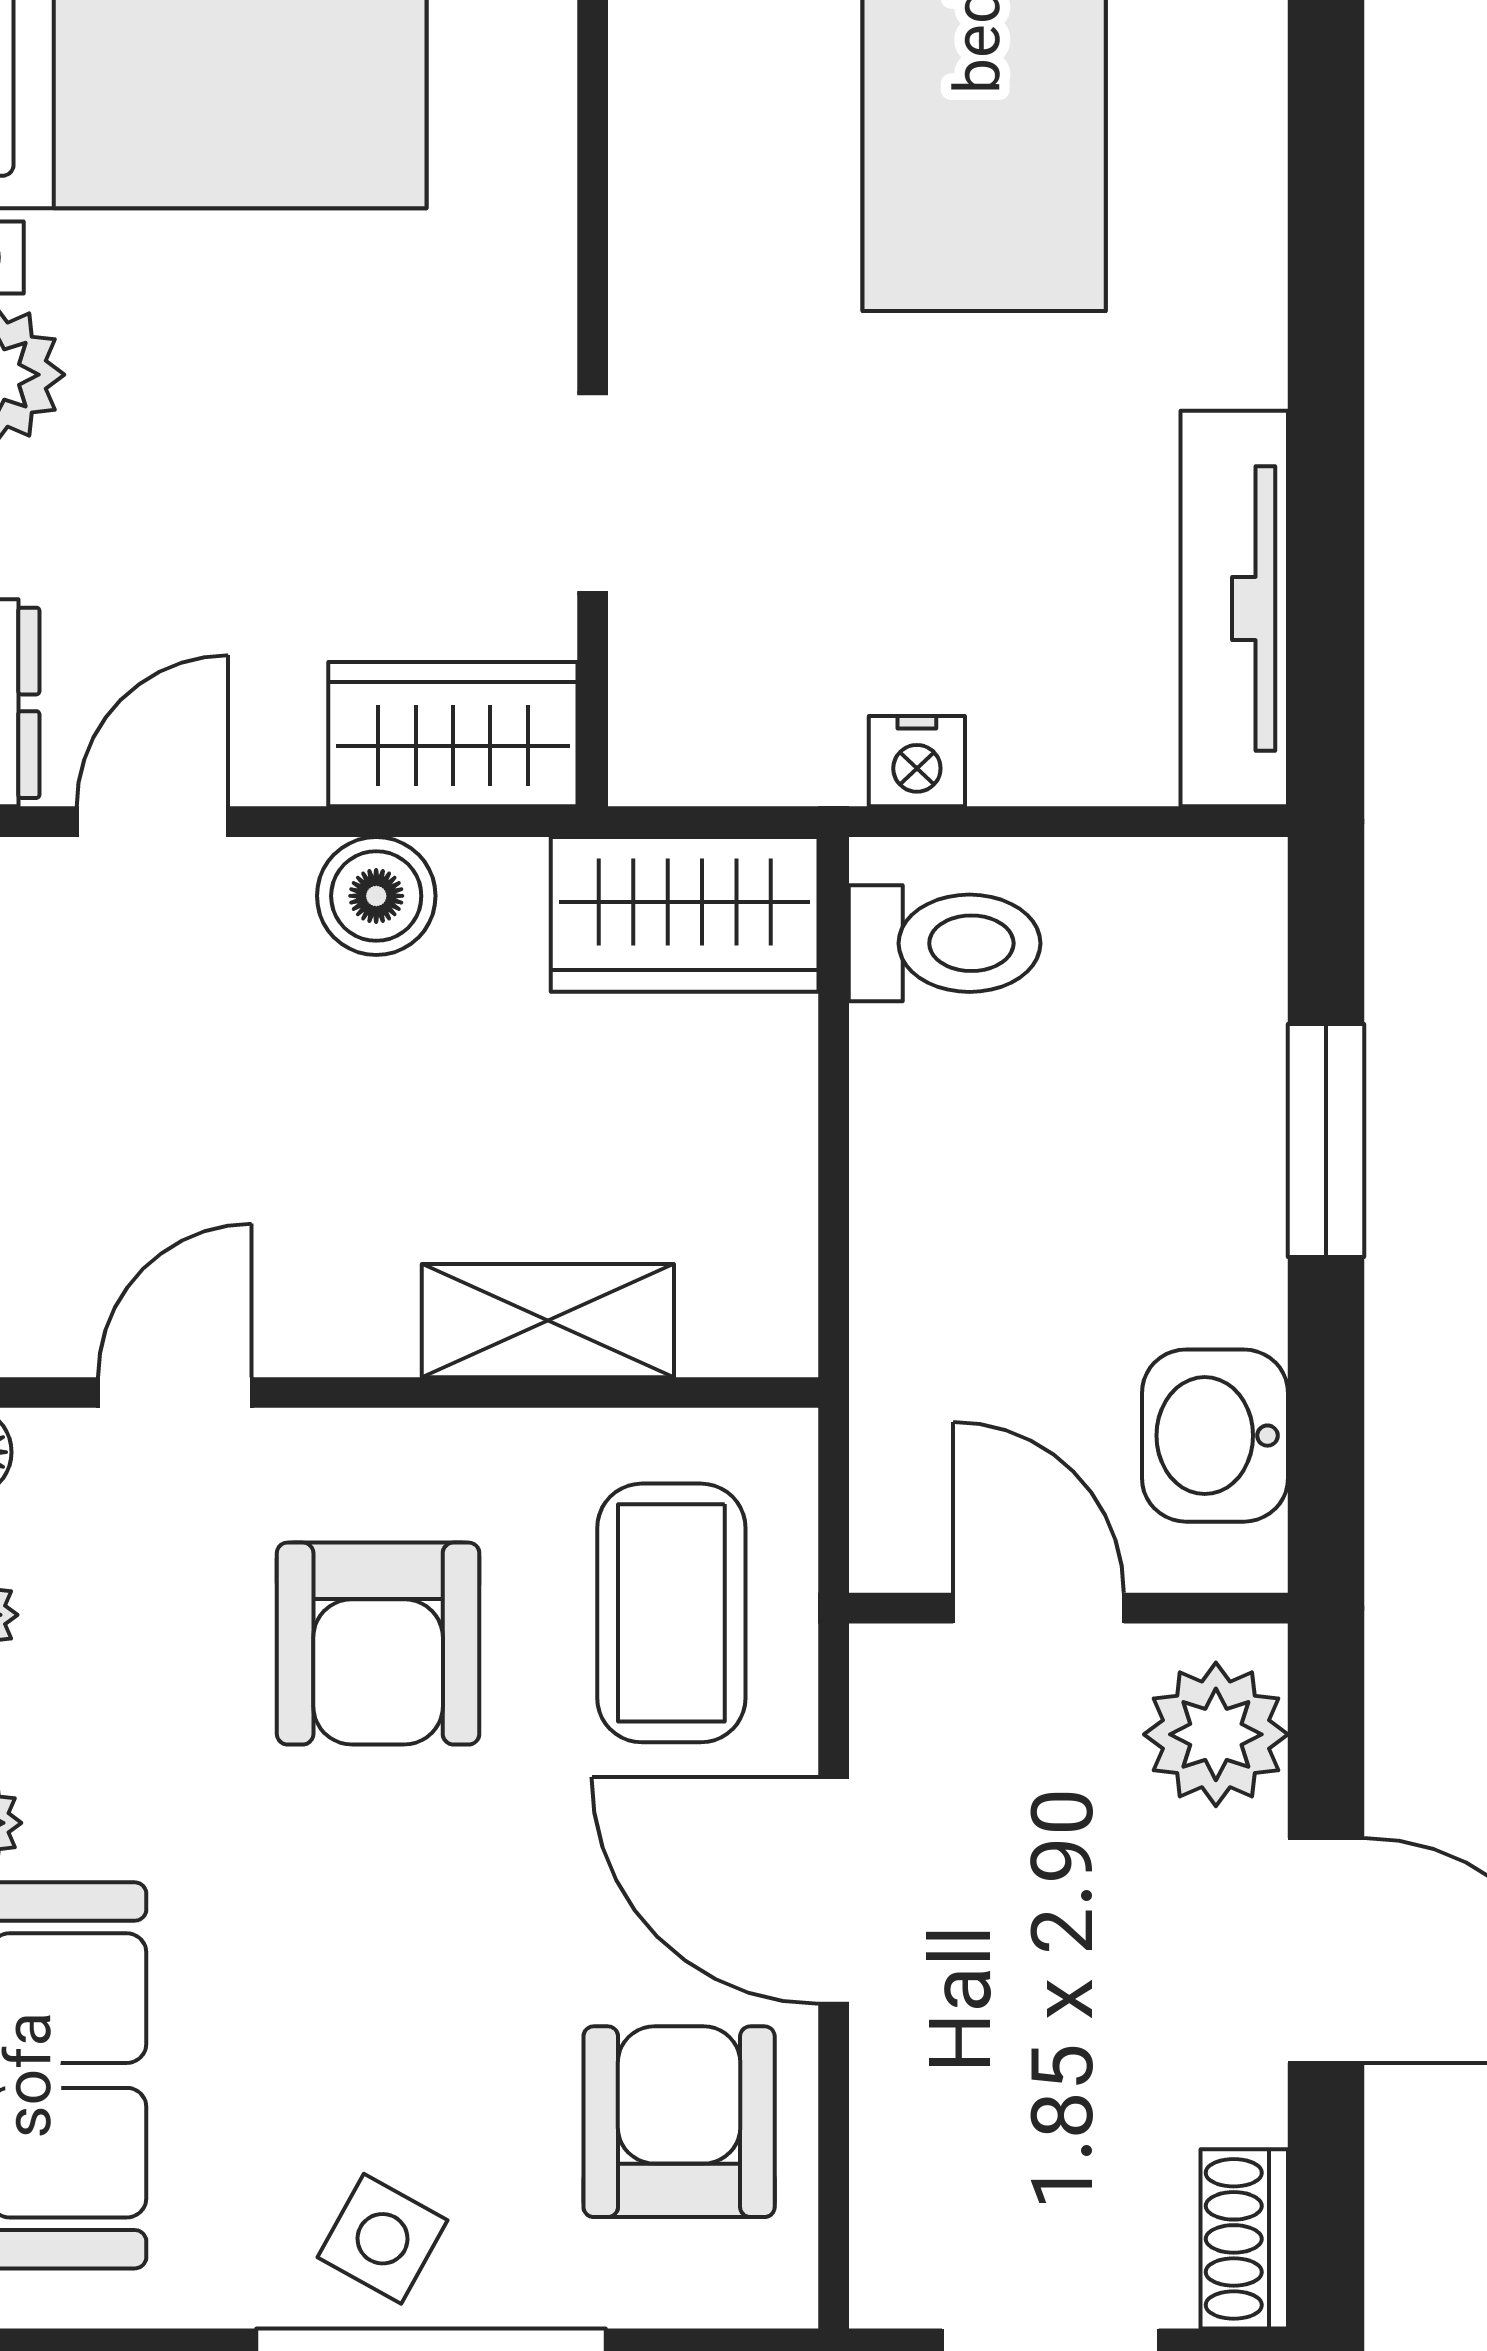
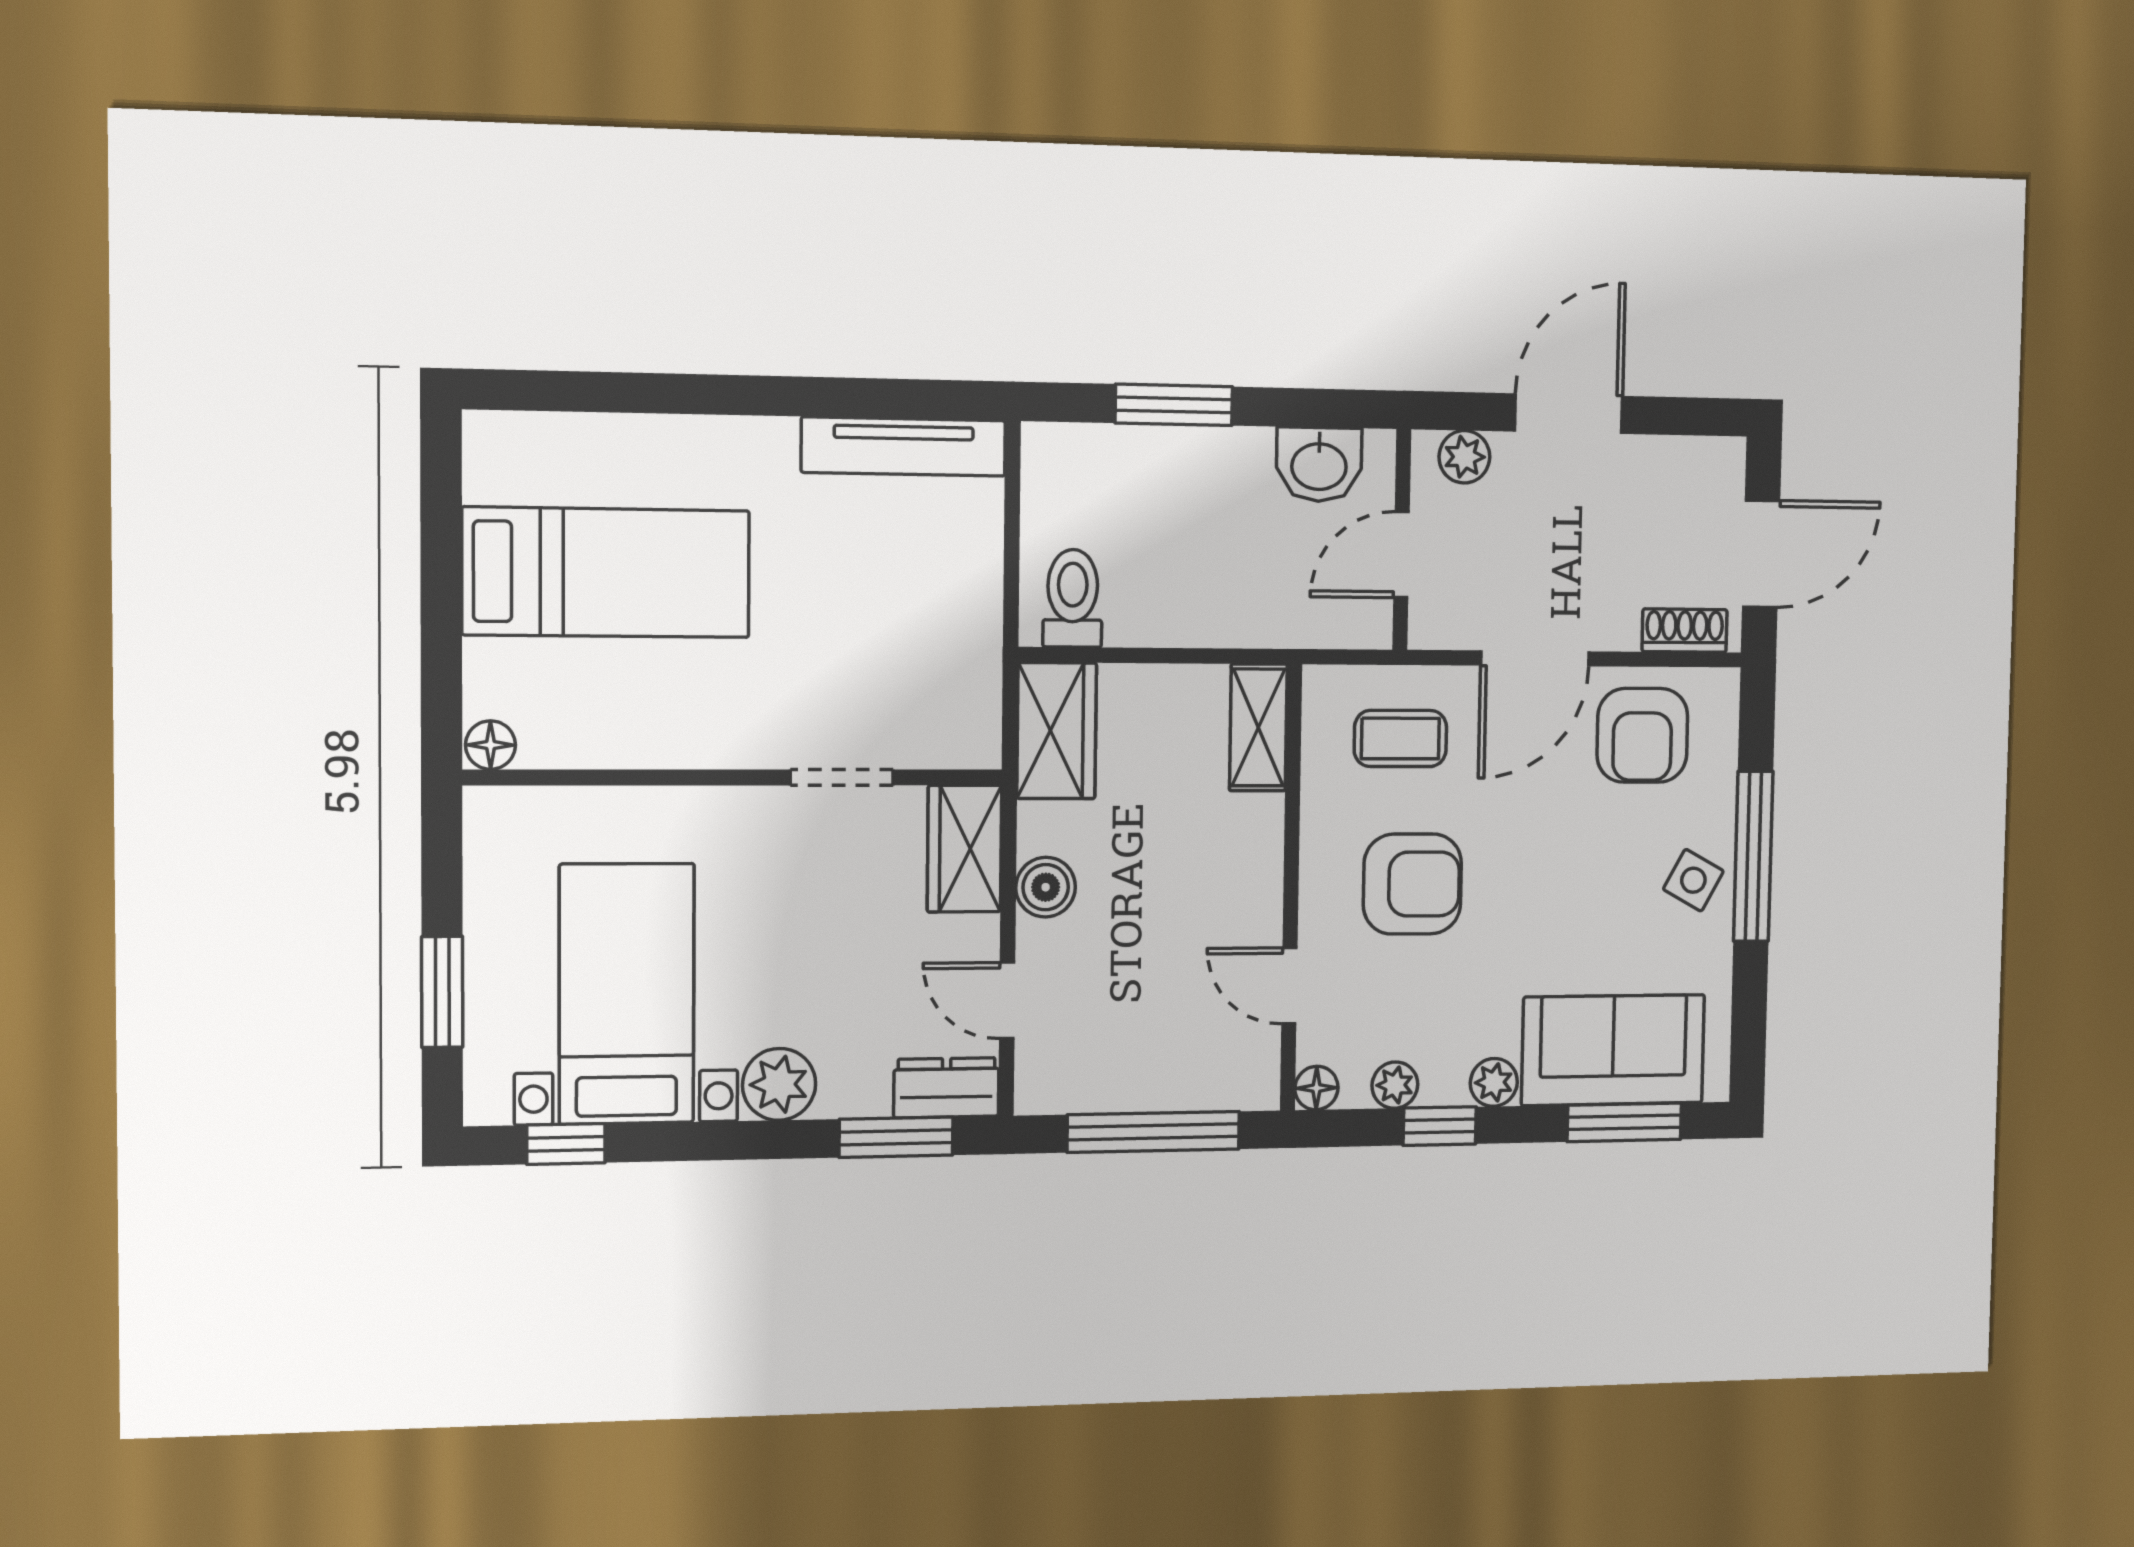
nightstand: (917, 761) -> (980, 612), removed
shelving: (548, 1321) -> (1258, 727), moved
coffee table: (671, 1613) -> (1400, 738), width x0.73, depth x0.77
plant: (1216, 1734) -> (1464, 457), width x0.73, depth x0.73
armchair: (679, 2122) -> (1642, 735), turned -90
shoe rack: (1244, 2239) -> (1685, 631), moved, turned 180

